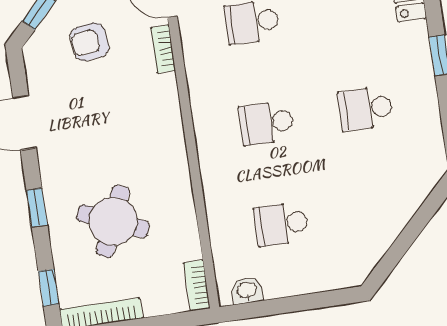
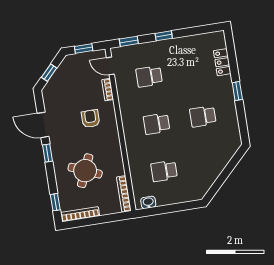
armchair: (90, 42) -> (90, 119), moved, turned 97
window: (37, 208) -> (47, 153), moved
bookcase: (197, 286) -> (124, 194), width x1.56

